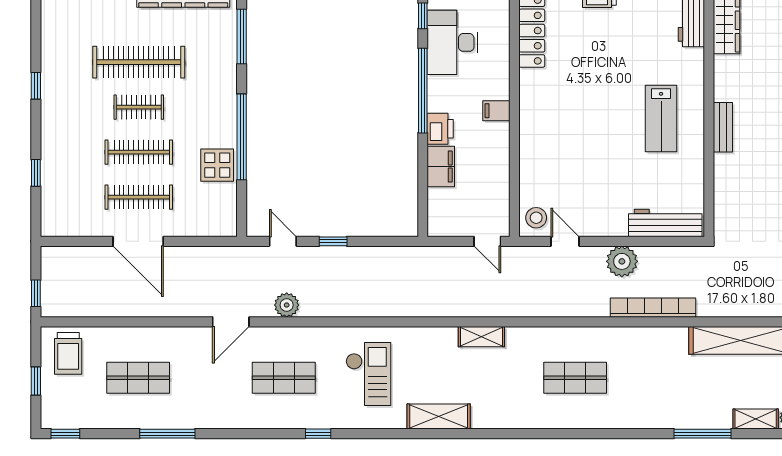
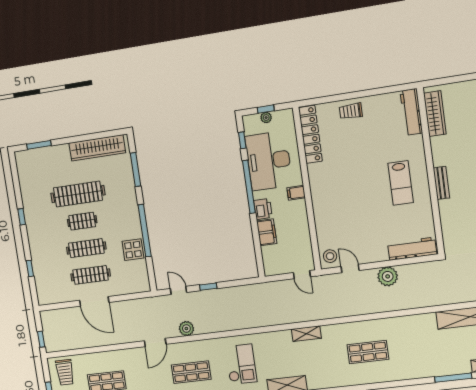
desk: (453, 42) -> (269, 161), width x1.36, depth x1.30
bookcase: (653, 308) -> (411, 303), removed

